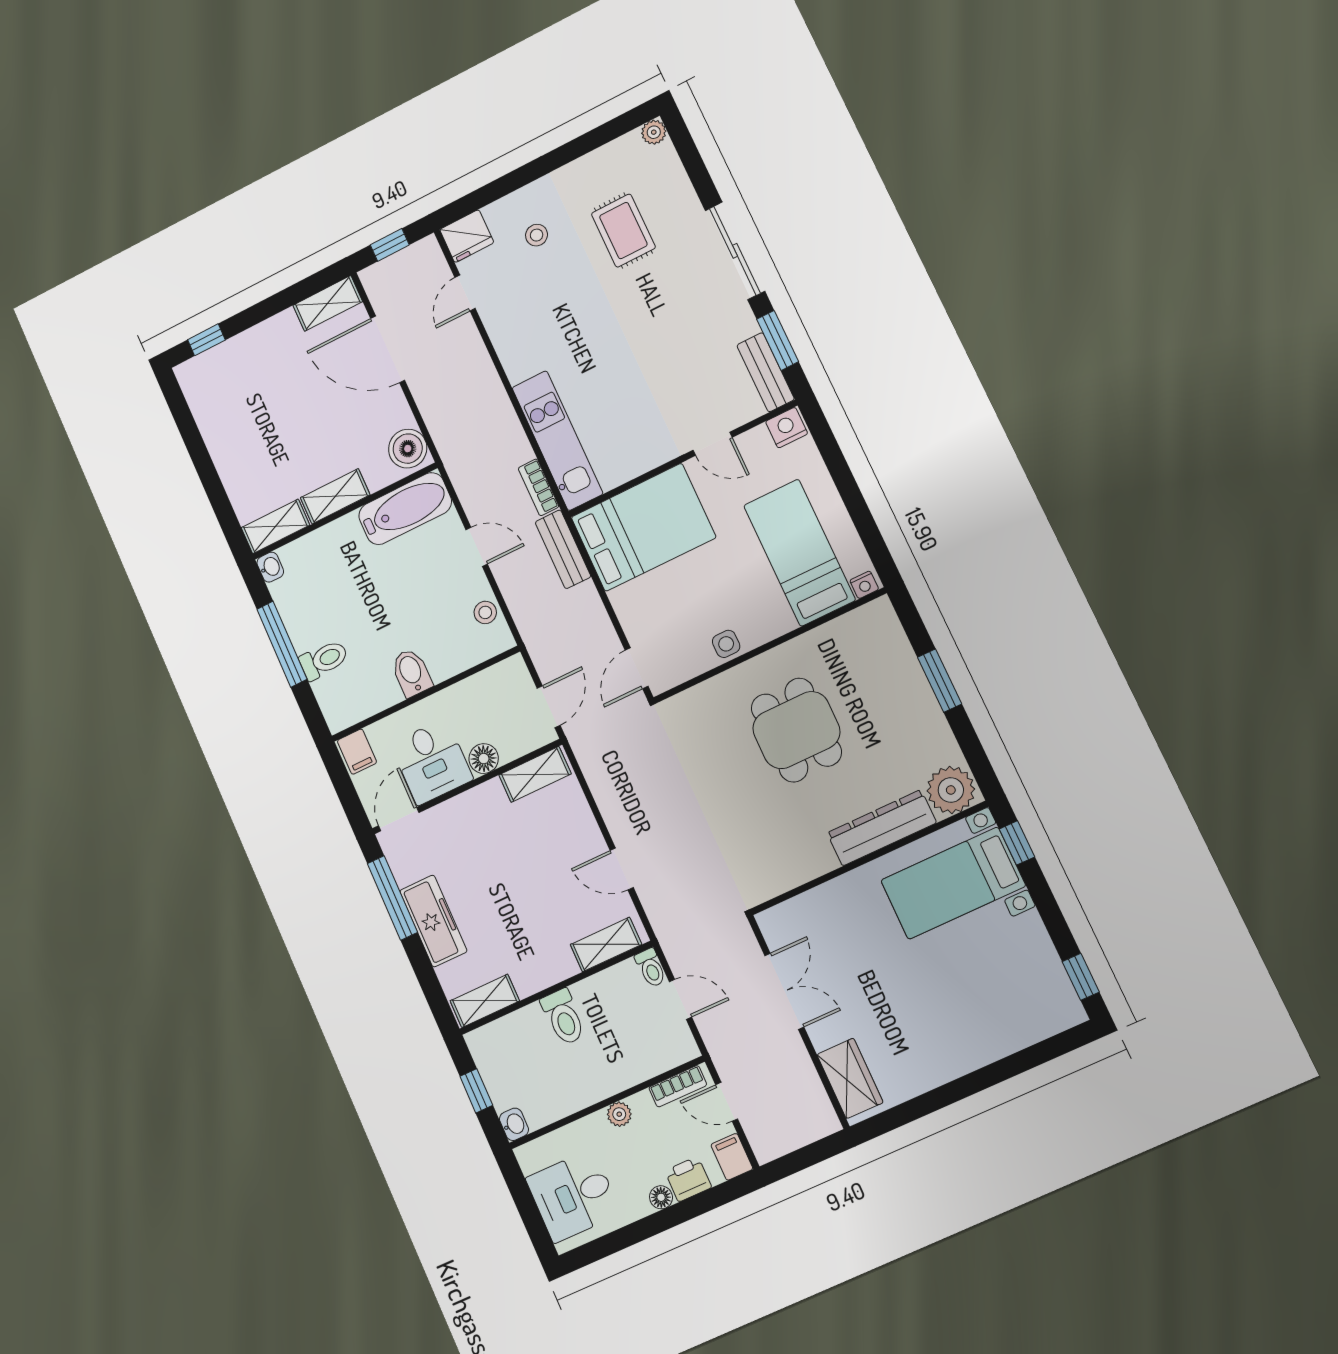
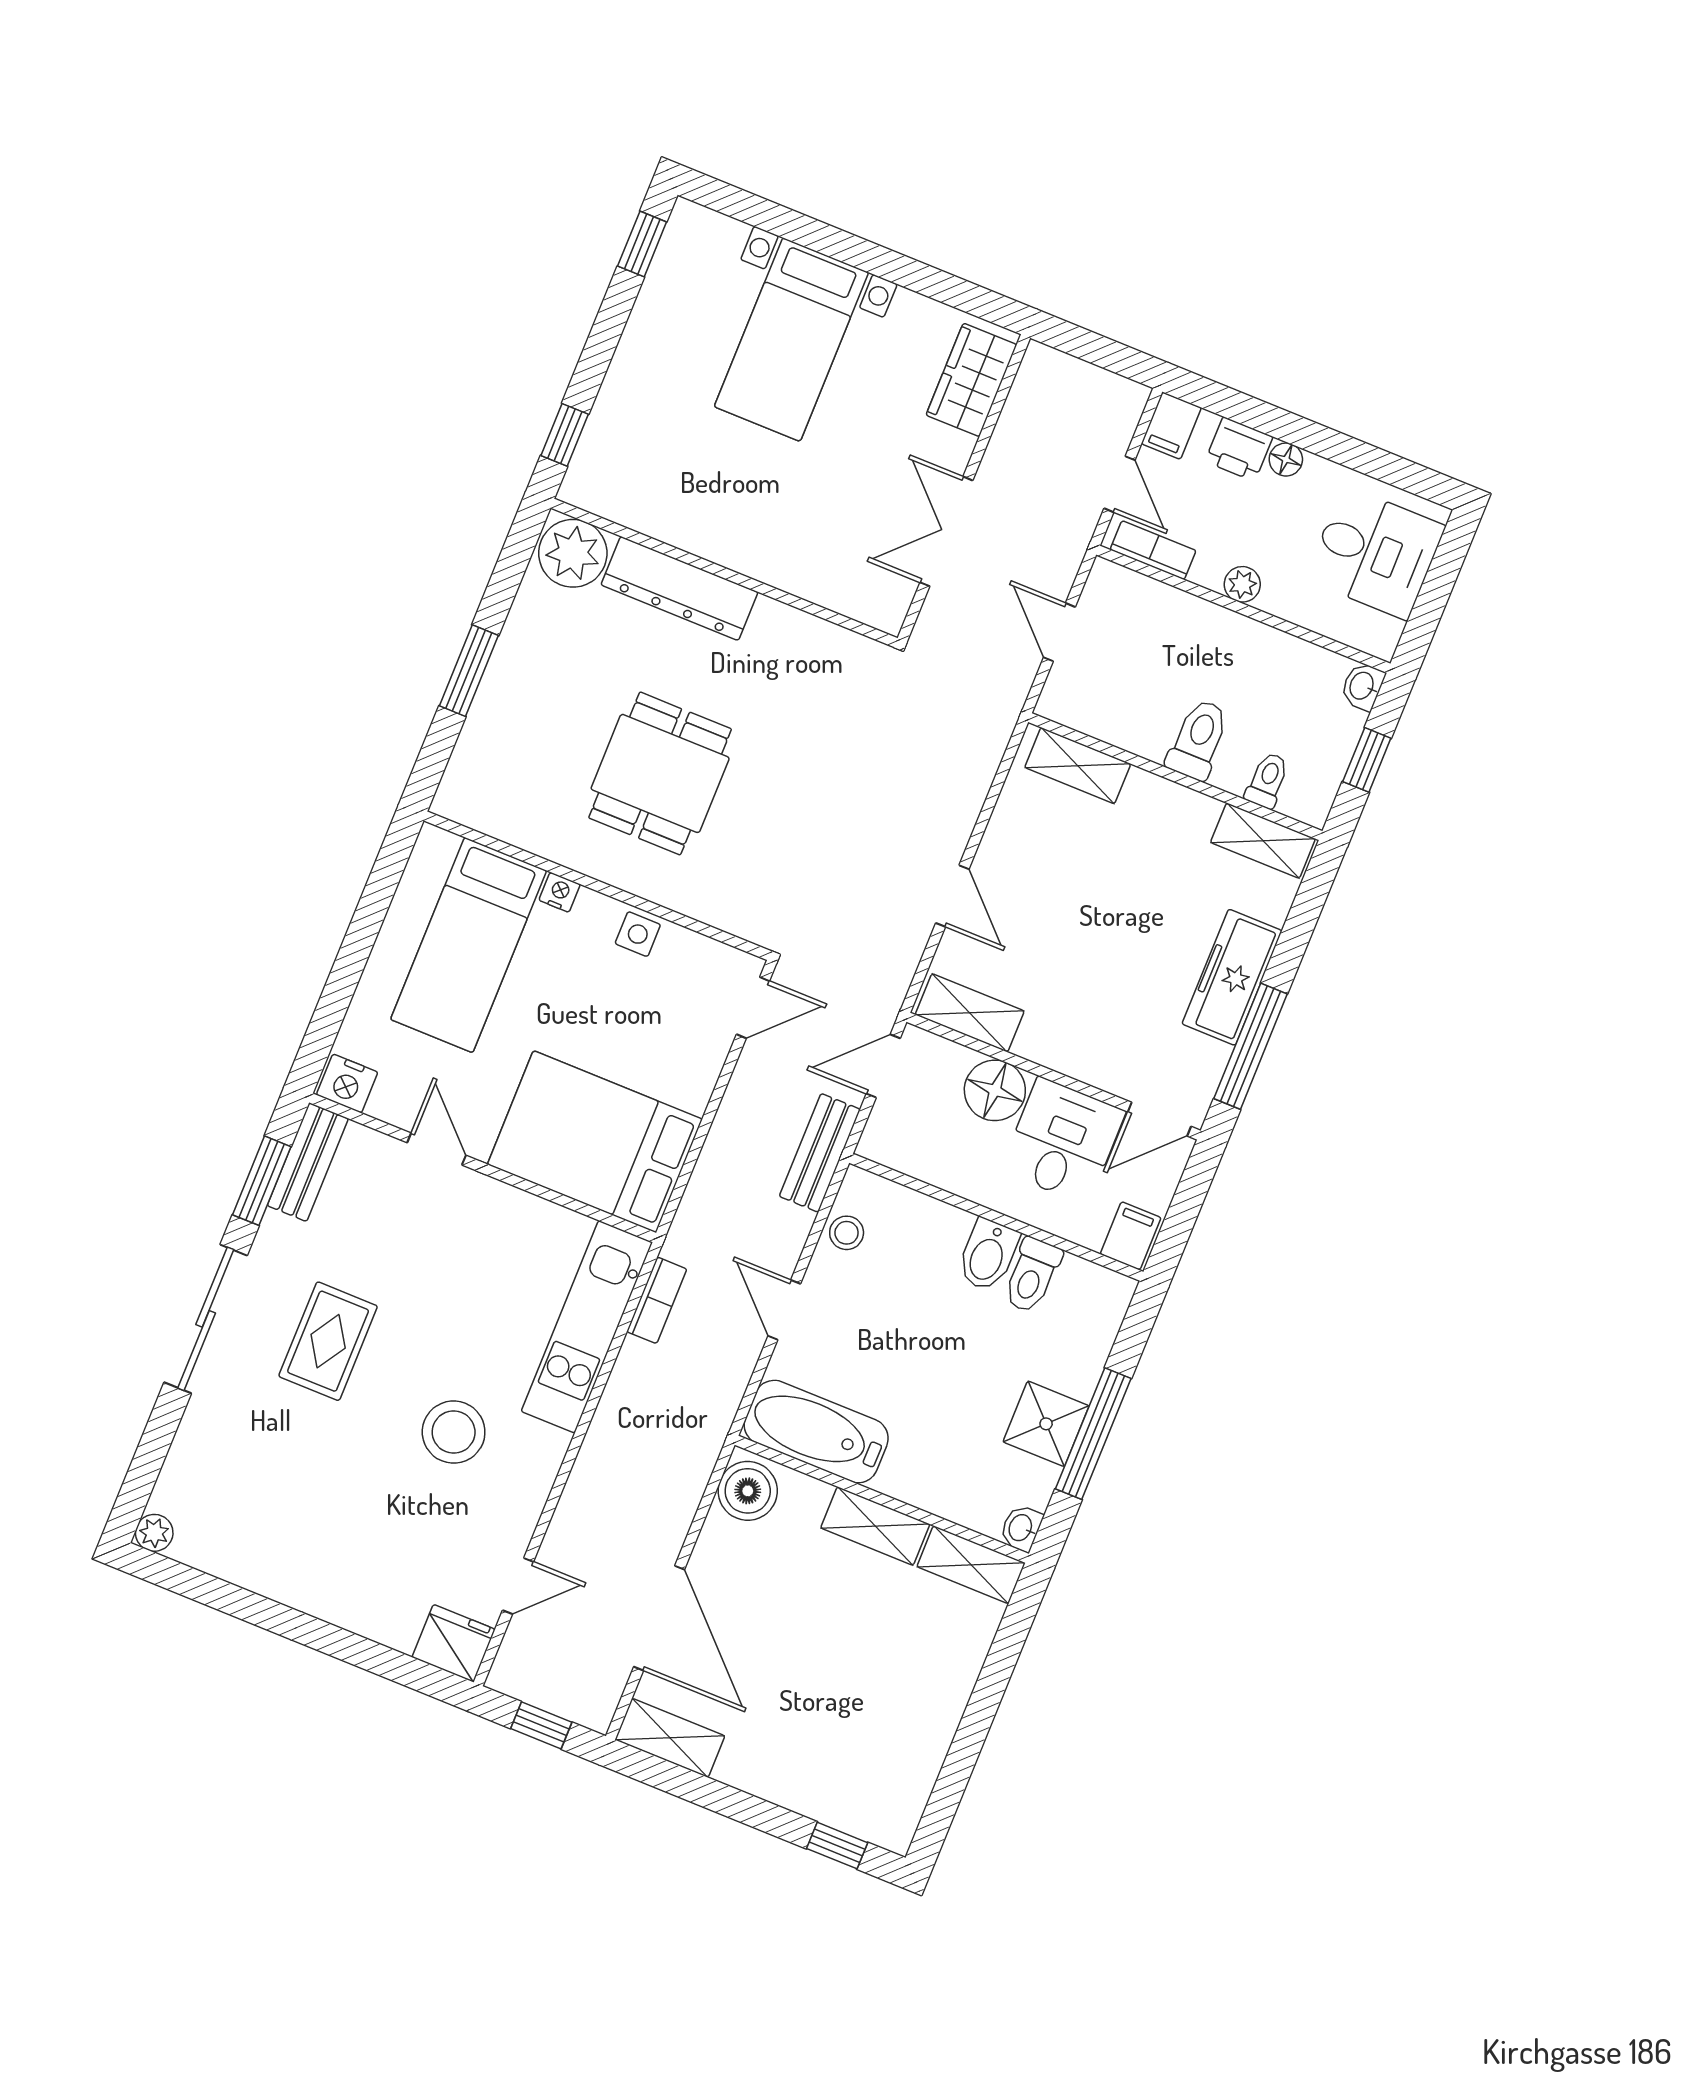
rug: (623, 231) -> (328, 1341), moved
stool: (537, 235) -> (454, 1432), moved, width x1.89, depth x1.89
bench: (563, 549) -> (820, 1153), moved
nightstand: (864, 585) -> (560, 892), moved
shower: (307, 625) -> (1046, 1424), added
toilet: (324, 660) -> (1032, 1275), moved, turned -90
floor lamp: (484, 759) -> (995, 1090), width x1.38, depth x1.38
door: (622, 869) -> (952, 896), moved
bed with nightstands: (953, 883) -> (791, 340), moved, turned 90
toilet: (651, 968) -> (1267, 780), moved

